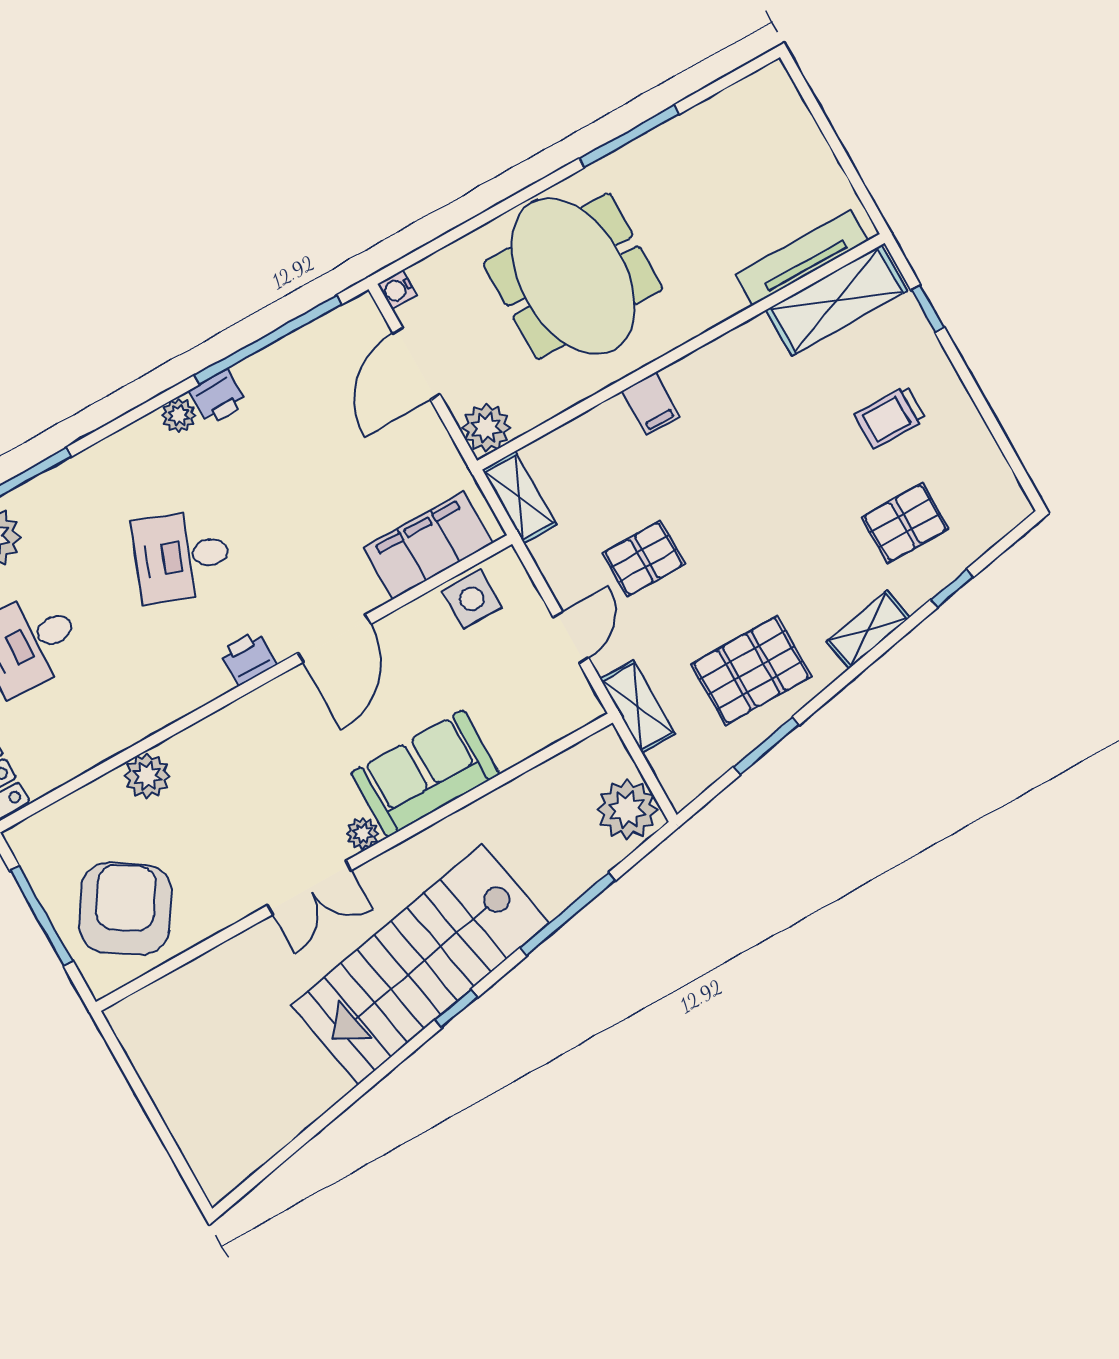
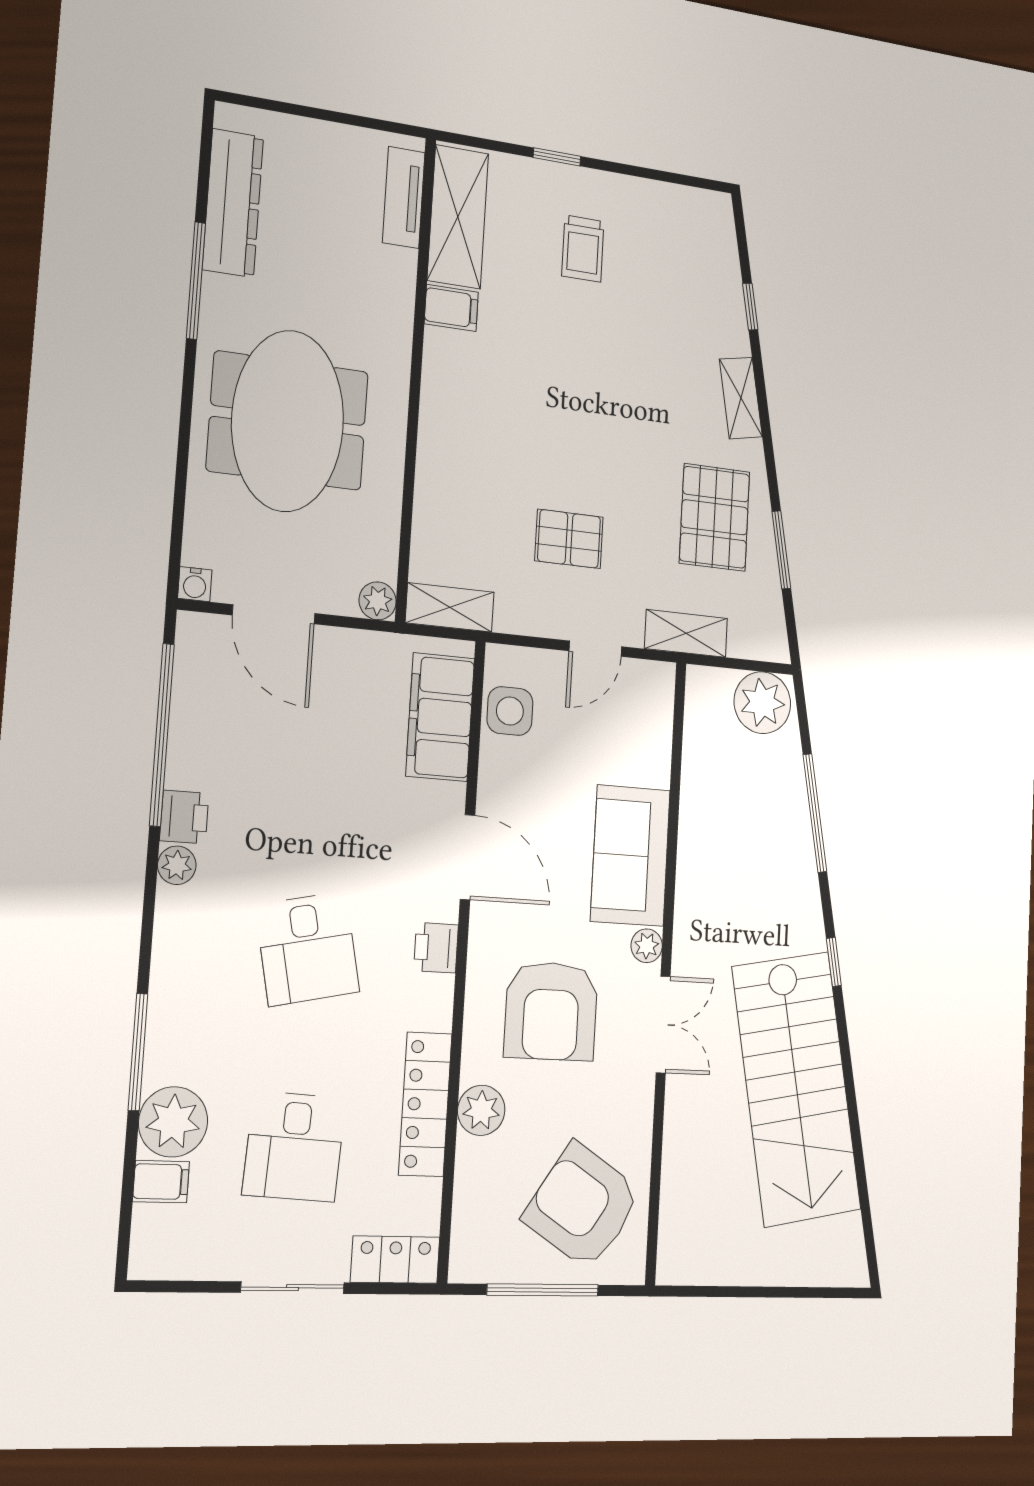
dresser: (711, 123) -> (233, 203), added
tv unit: (802, 258) -> (404, 197), width x0.71
meeting table: (573, 276) -> (288, 421), turned 90
window: (928, 309) -> (557, 157), moved
filing cabinet: (651, 404) -> (451, 308), moved
plant: (486, 428) -> (378, 601), width x0.73, depth x0.73
pallet: (905, 523) -> (676, 303), removed
desk: (182, 556) -> (308, 949), turned -33
pallet: (644, 559) -> (569, 539), turned 90
door: (571, 638) -> (595, 649), swing flipped
locker: (124, 727) -> (425, 1104), added
armchair: (260, 785) -> (551, 1011), added
stairs: (420, 964) -> (796, 1088), moved

